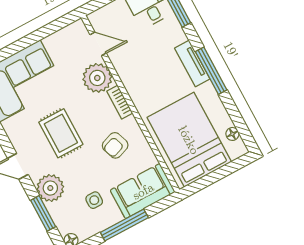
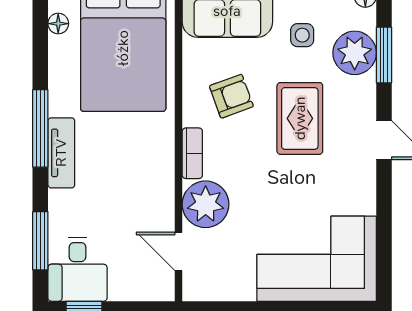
rug: (61, 133) -> (300, 118), moved
plant: (50, 188) -> (355, 53), moved

